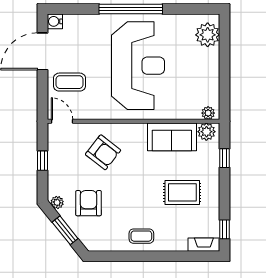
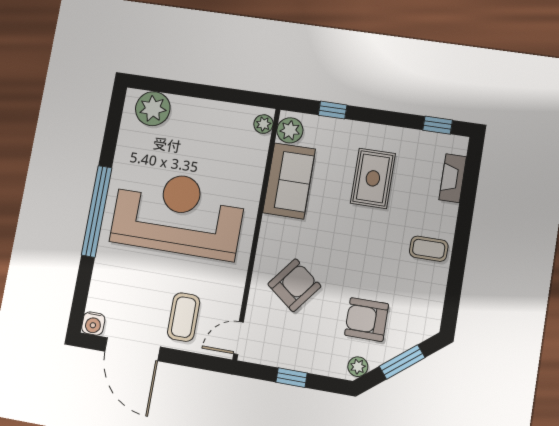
coffee table: (141, 236) -> (429, 249), turned 90
fireplace: (204, 245) -> (453, 178), moved

